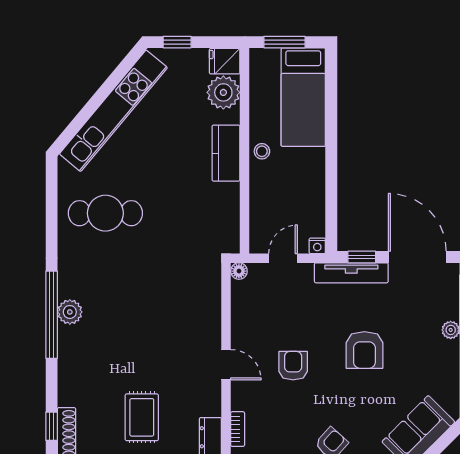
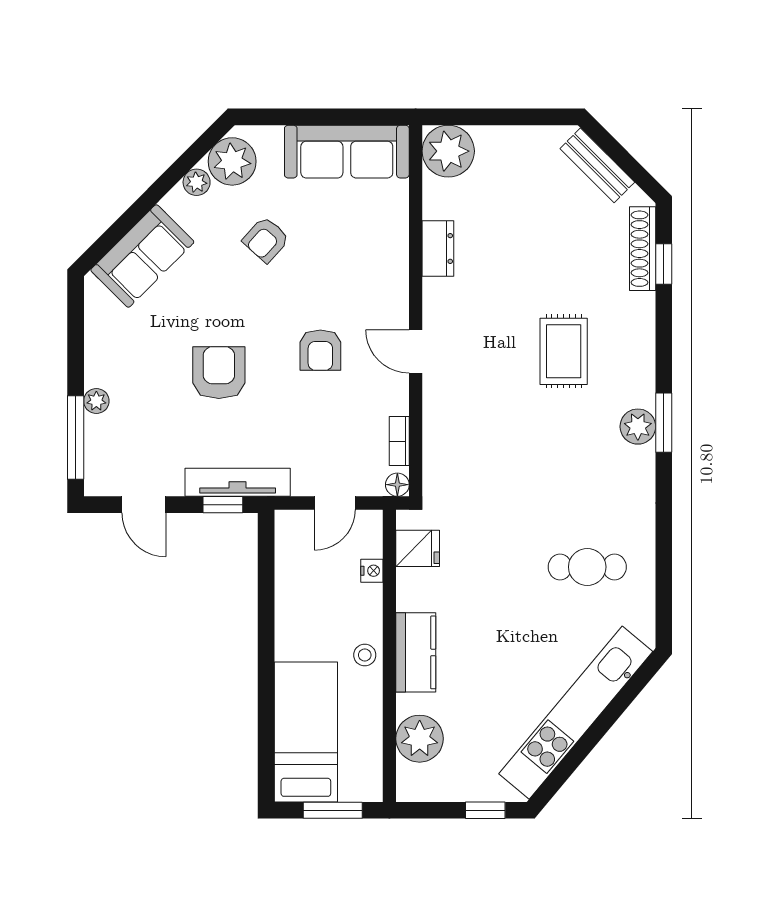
fridge: (225, 61) -> (418, 548), moved
cafe table: (105, 213) -> (587, 567), width x0.73, depth x0.74
nightstand: (317, 246) -> (372, 571), moved, turned 90
door: (417, 257) -> (144, 505), width x0.53
window: (52, 315) -> (664, 423), width x0.47
rug: (142, 417) -> (564, 351), moved
bookcase: (238, 429) -> (399, 441), moved

